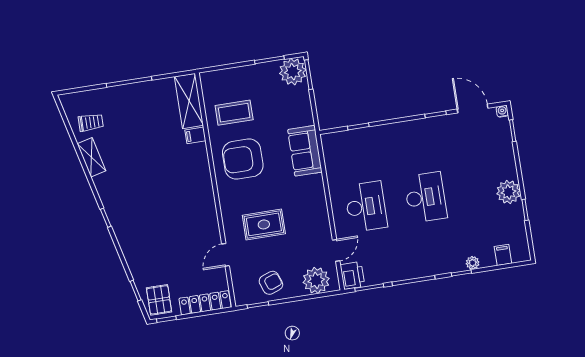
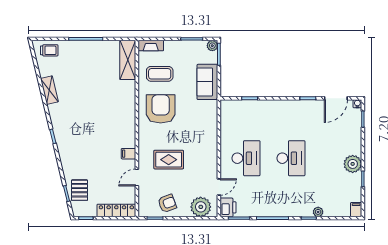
plant: (293, 72) -> (212, 46), width x0.53, depth x0.53
fireplace: (216, 77) -> (151, 46), added
door: (473, 109) -> (336, 98), swing flipped
trolley: (91, 122) -> (49, 50), moved
filing cabinet: (195, 135) -> (129, 154), moved
sofa: (305, 151) -> (207, 82), moved
armchair: (243, 159) -> (161, 109), turned 90
filing cabinet: (503, 255) -> (356, 210), moved
pallet: (159, 300) -> (79, 190), moved

